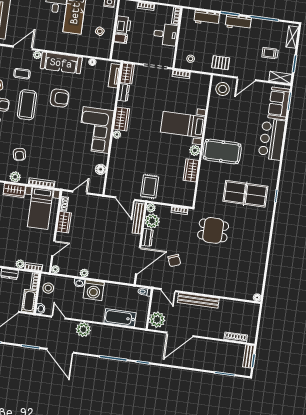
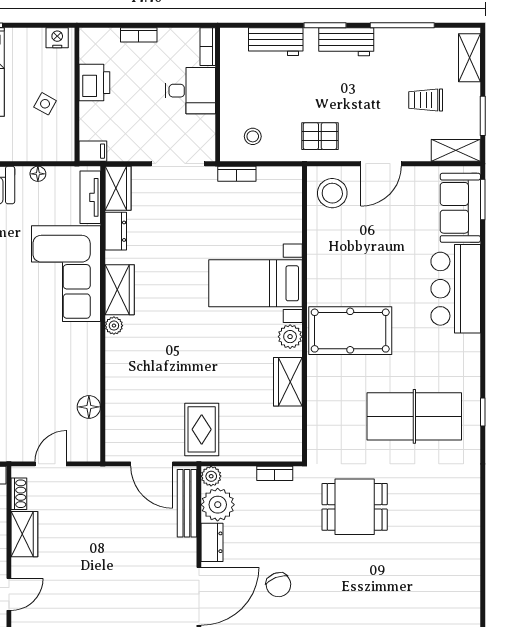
filing cabinet: (121, 38) -> (93, 151), moved
corner sofa: (96, 130) -> (66, 274), moved

